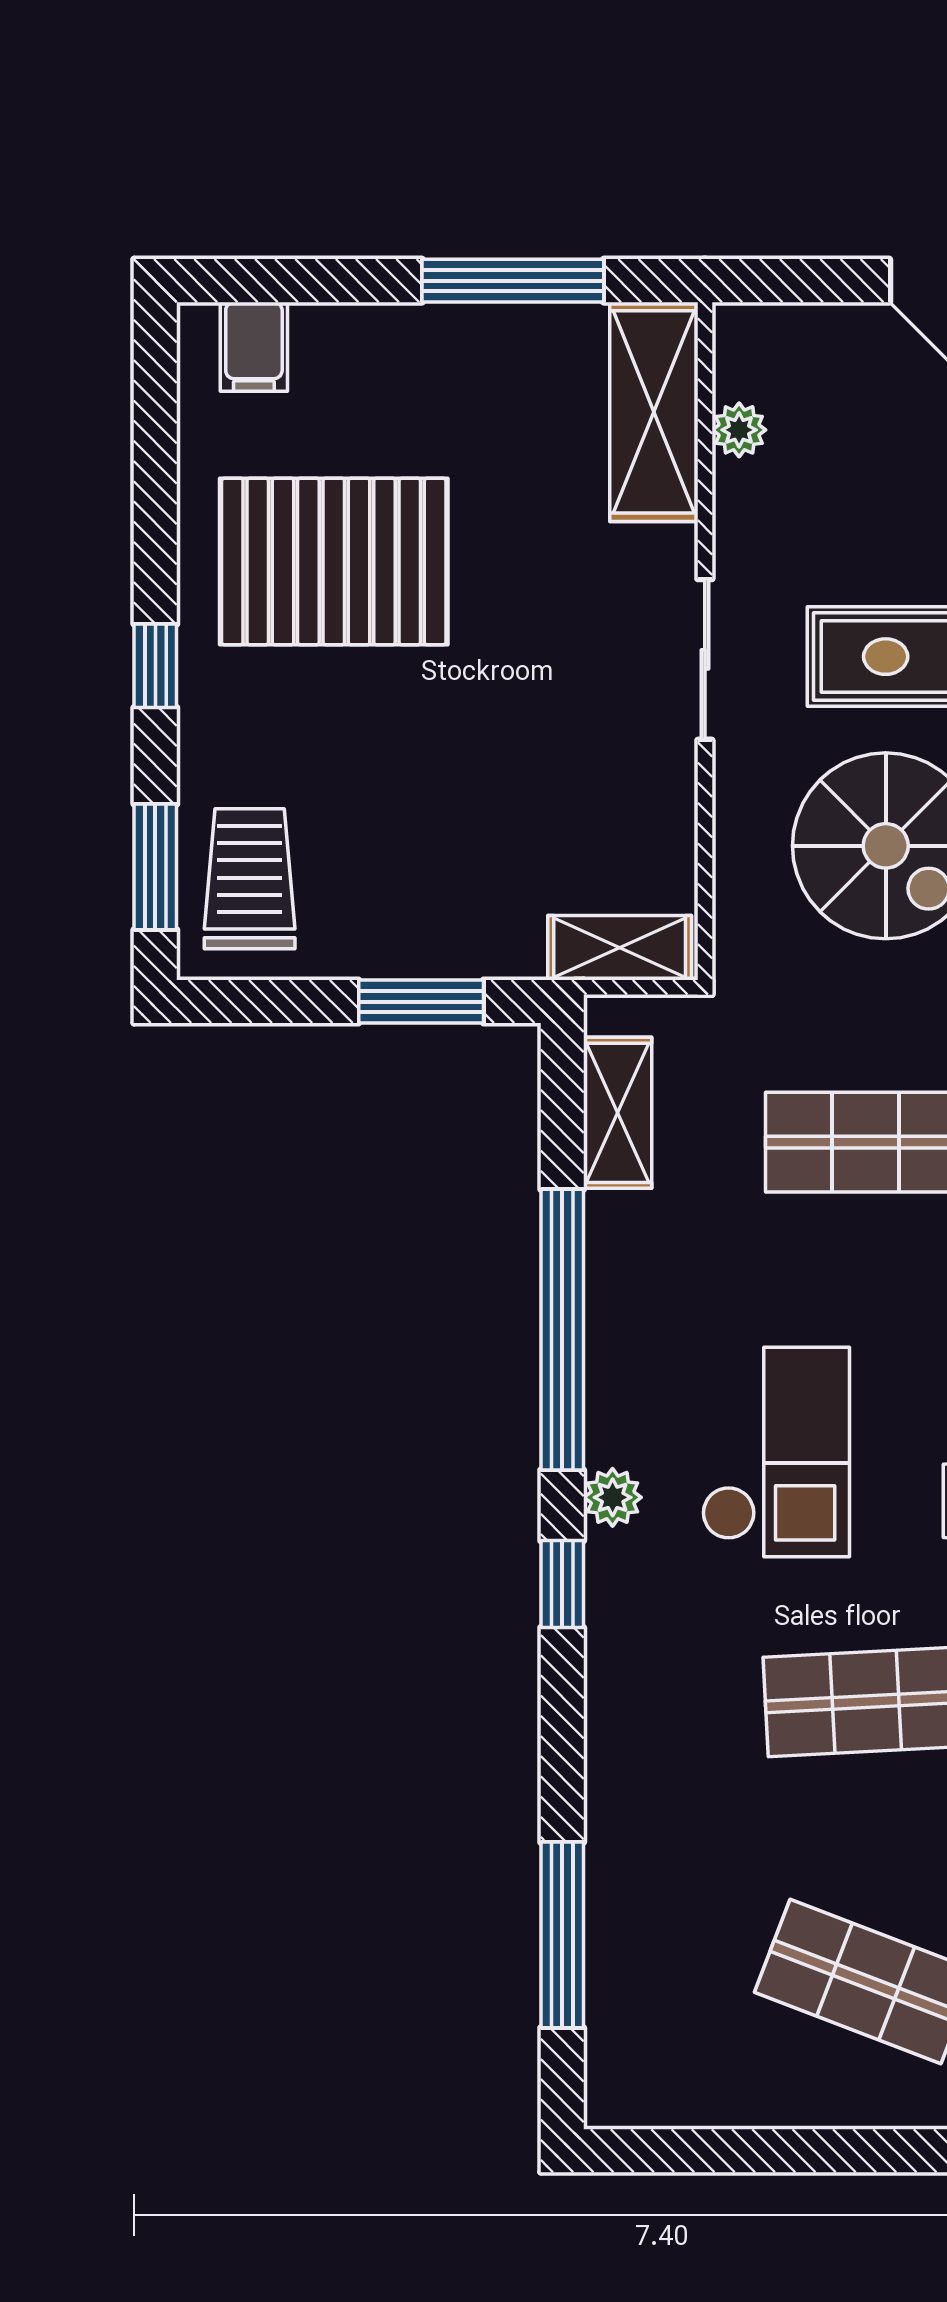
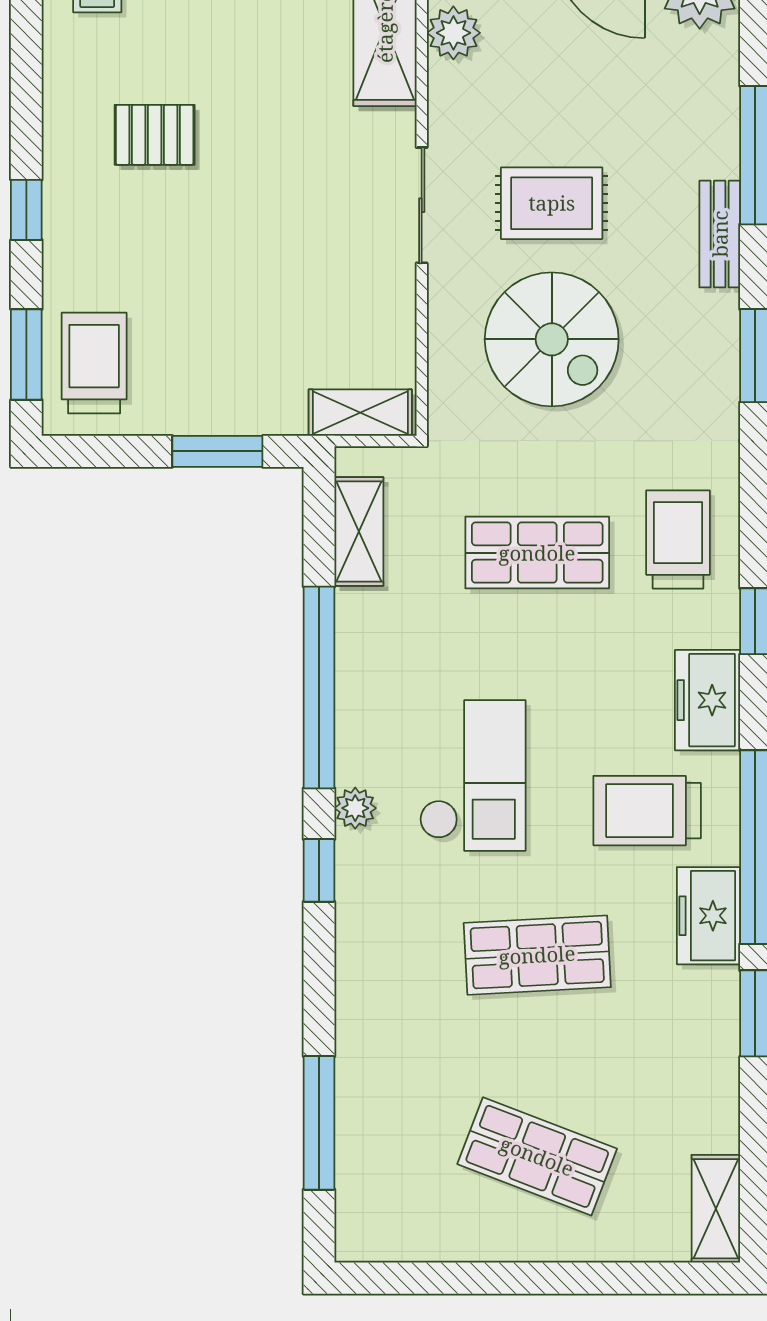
plant: (739, 430) -> (453, 33), width x1.38, depth x1.38
pallet: (334, 561) -> (155, 135), width x0.49, depth x0.50

